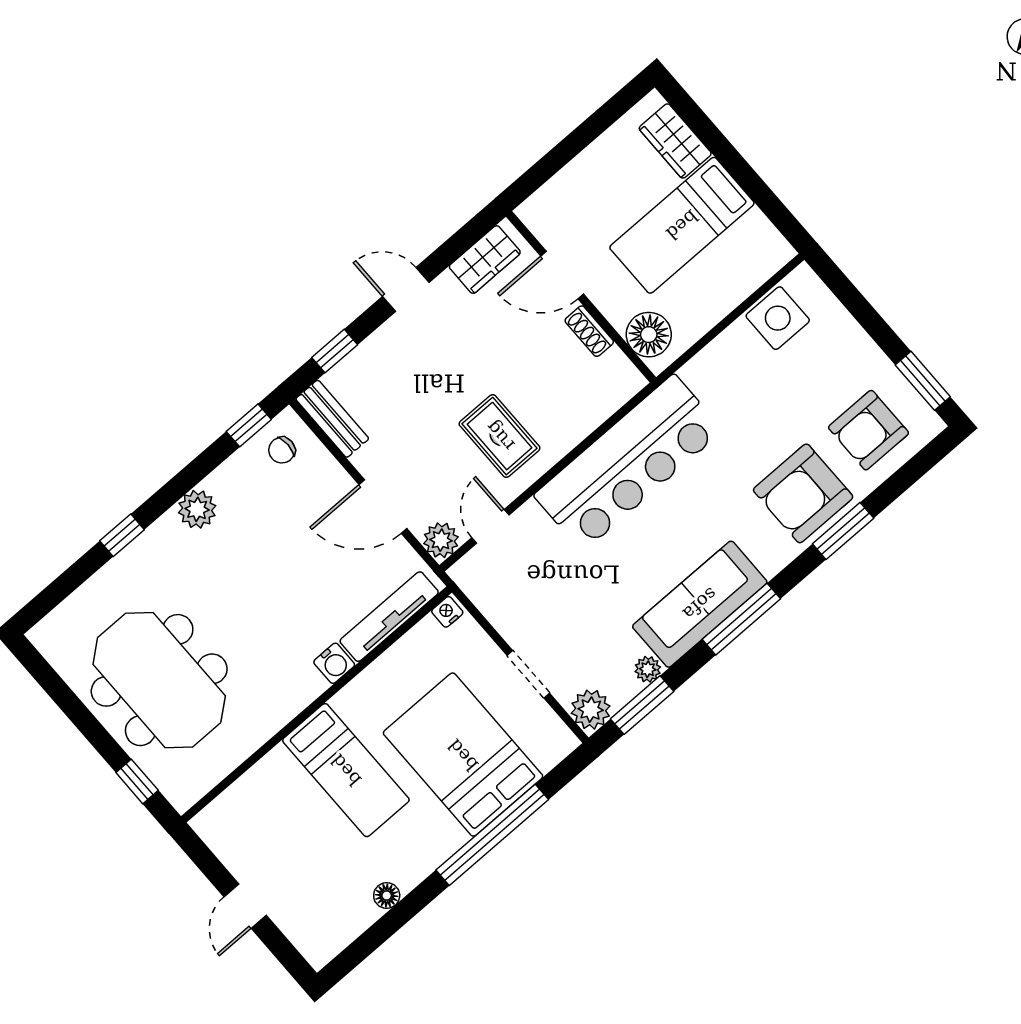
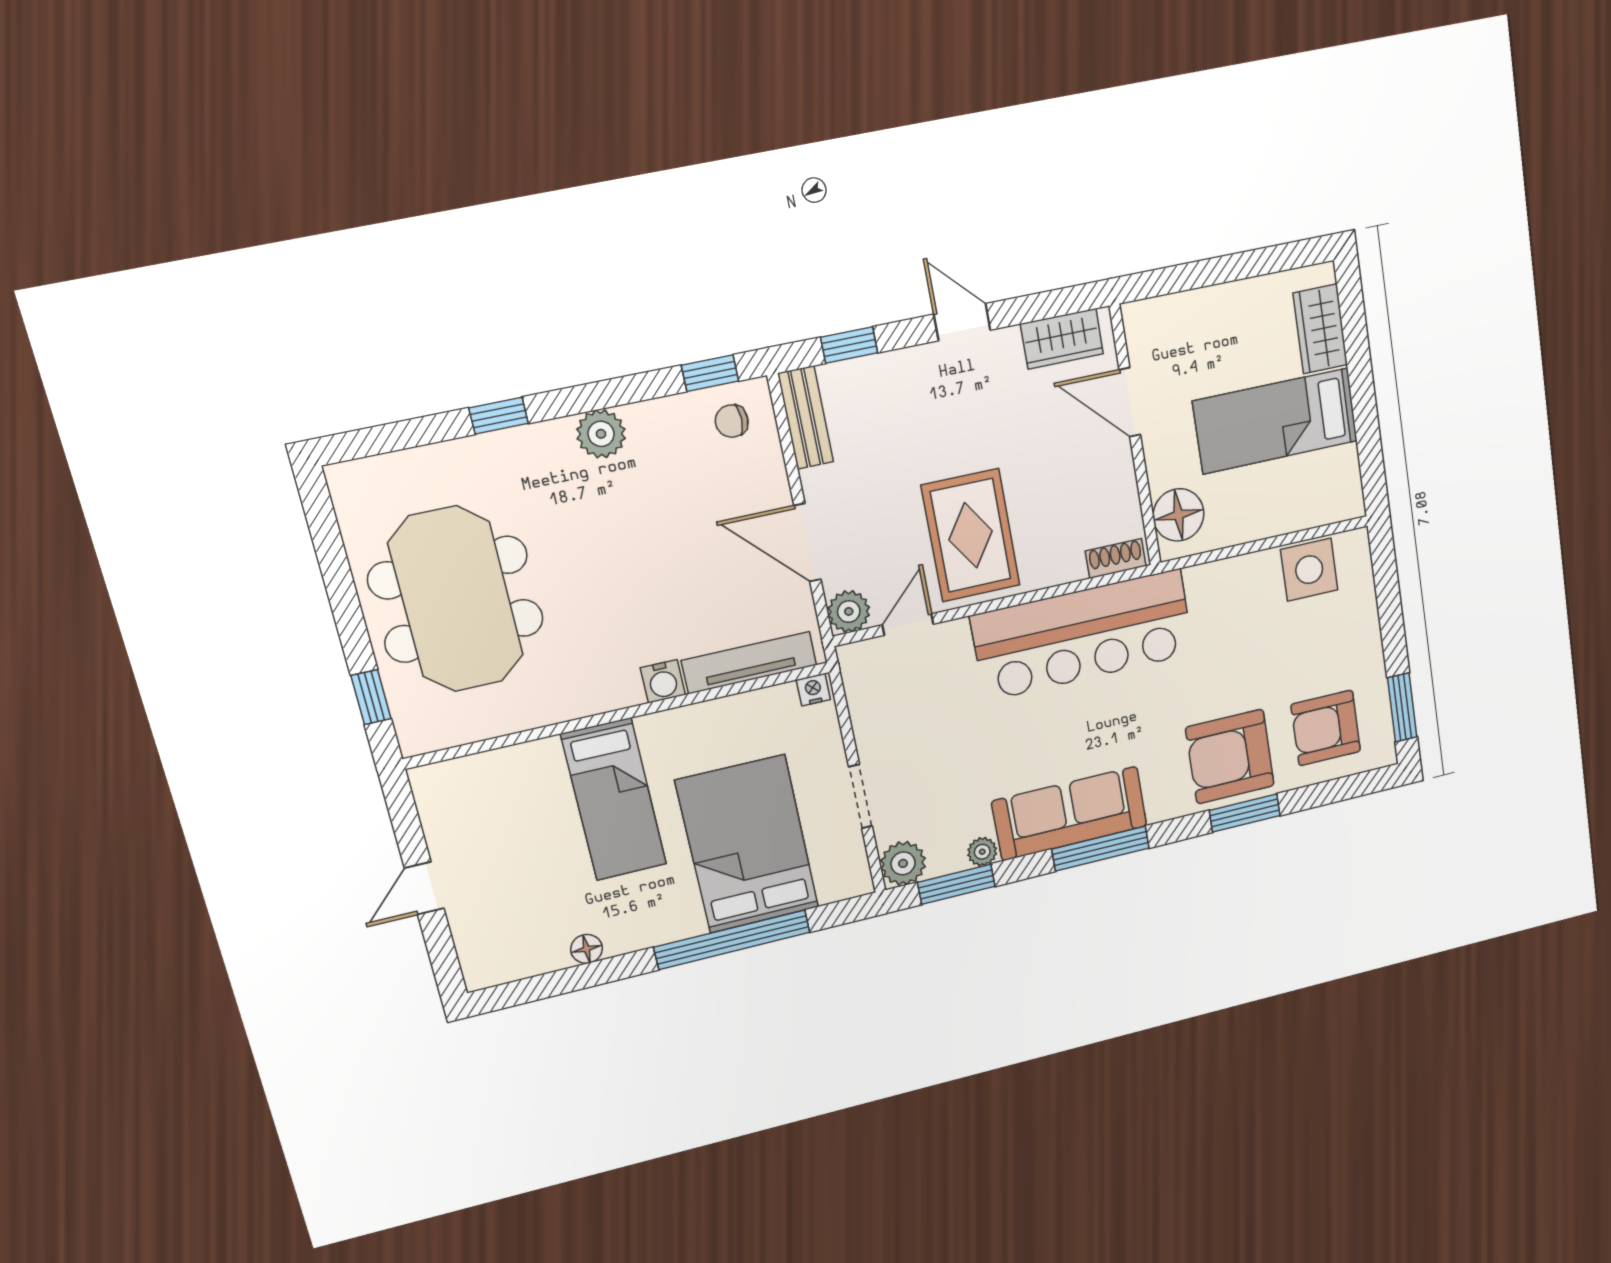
shoe rack: (589, 331) -> (1116, 558), moved, turned 90
rug: (500, 436) -> (971, 535), width x1.36, depth x1.43

